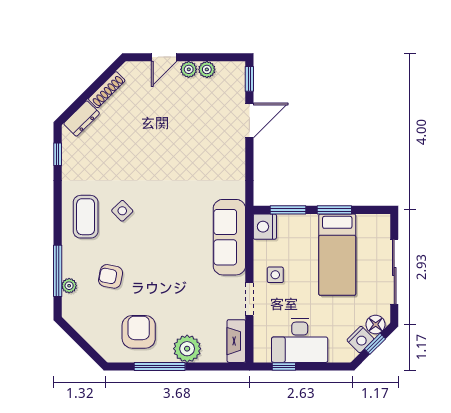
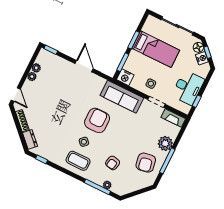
door: (164, 57) -> (16, 95), moved
door: (249, 121) -> (84, 66), moved
armchair: (169, 215) -> (97, 120), added
armchair: (139, 332) -> (146, 163), turned -100

